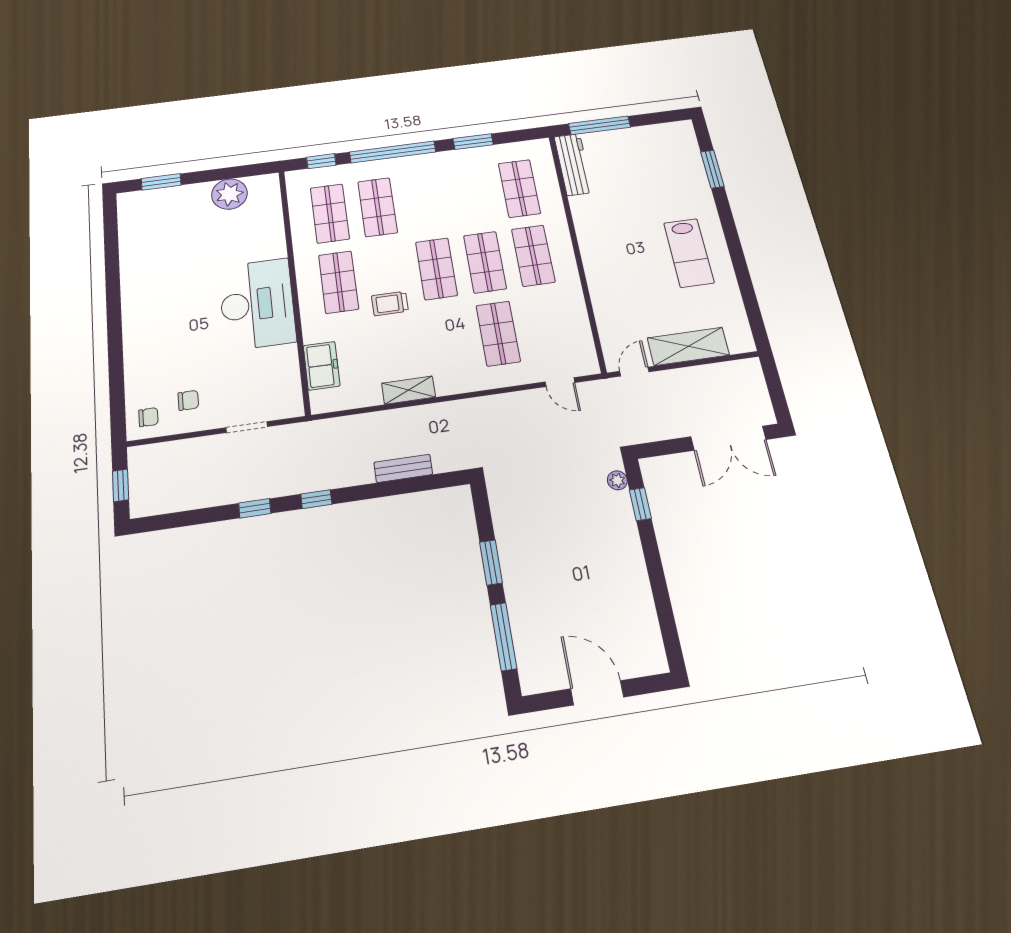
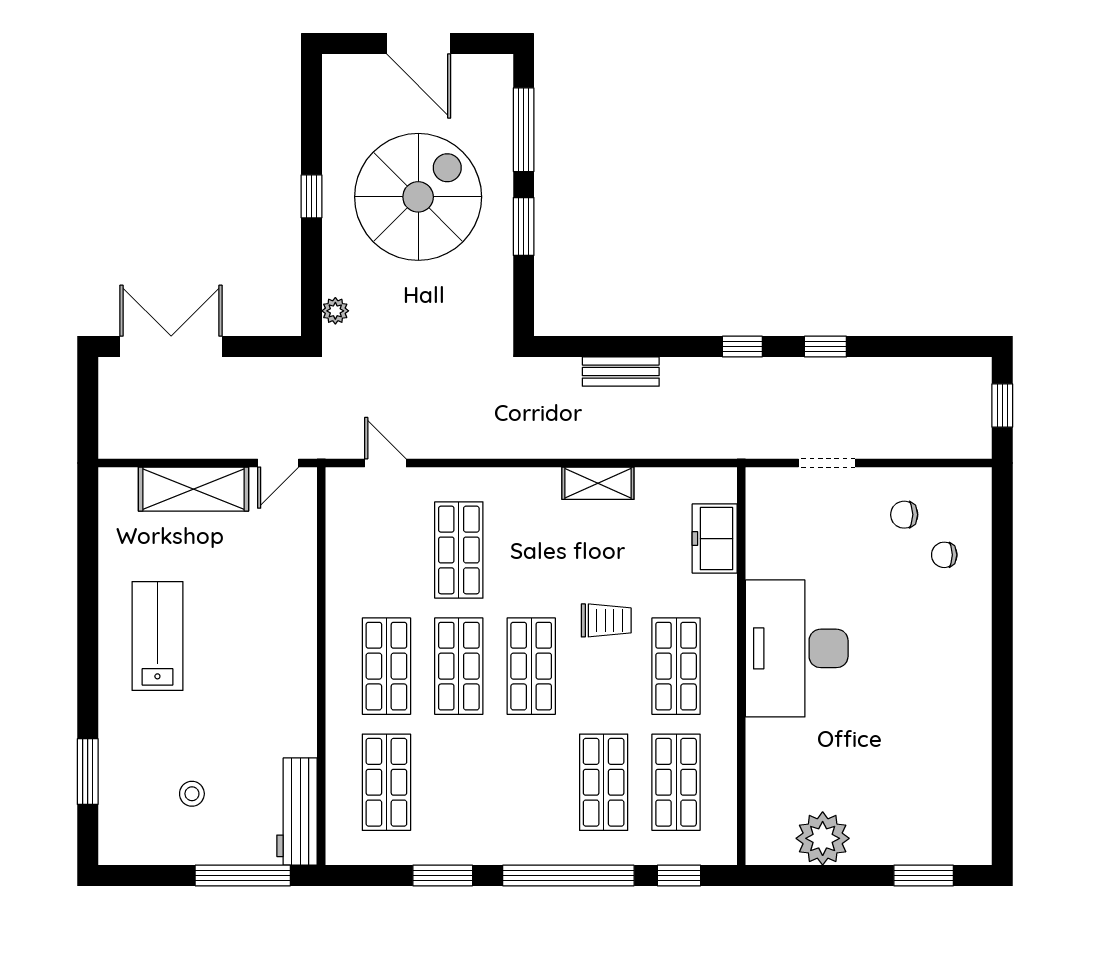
stool: (643, 166) -> (192, 794), added
chair: (148, 417) -> (944, 555), moved
window: (640, 504) -> (312, 196), moved
spiral stairs: (574, 572) -> (418, 197), added

